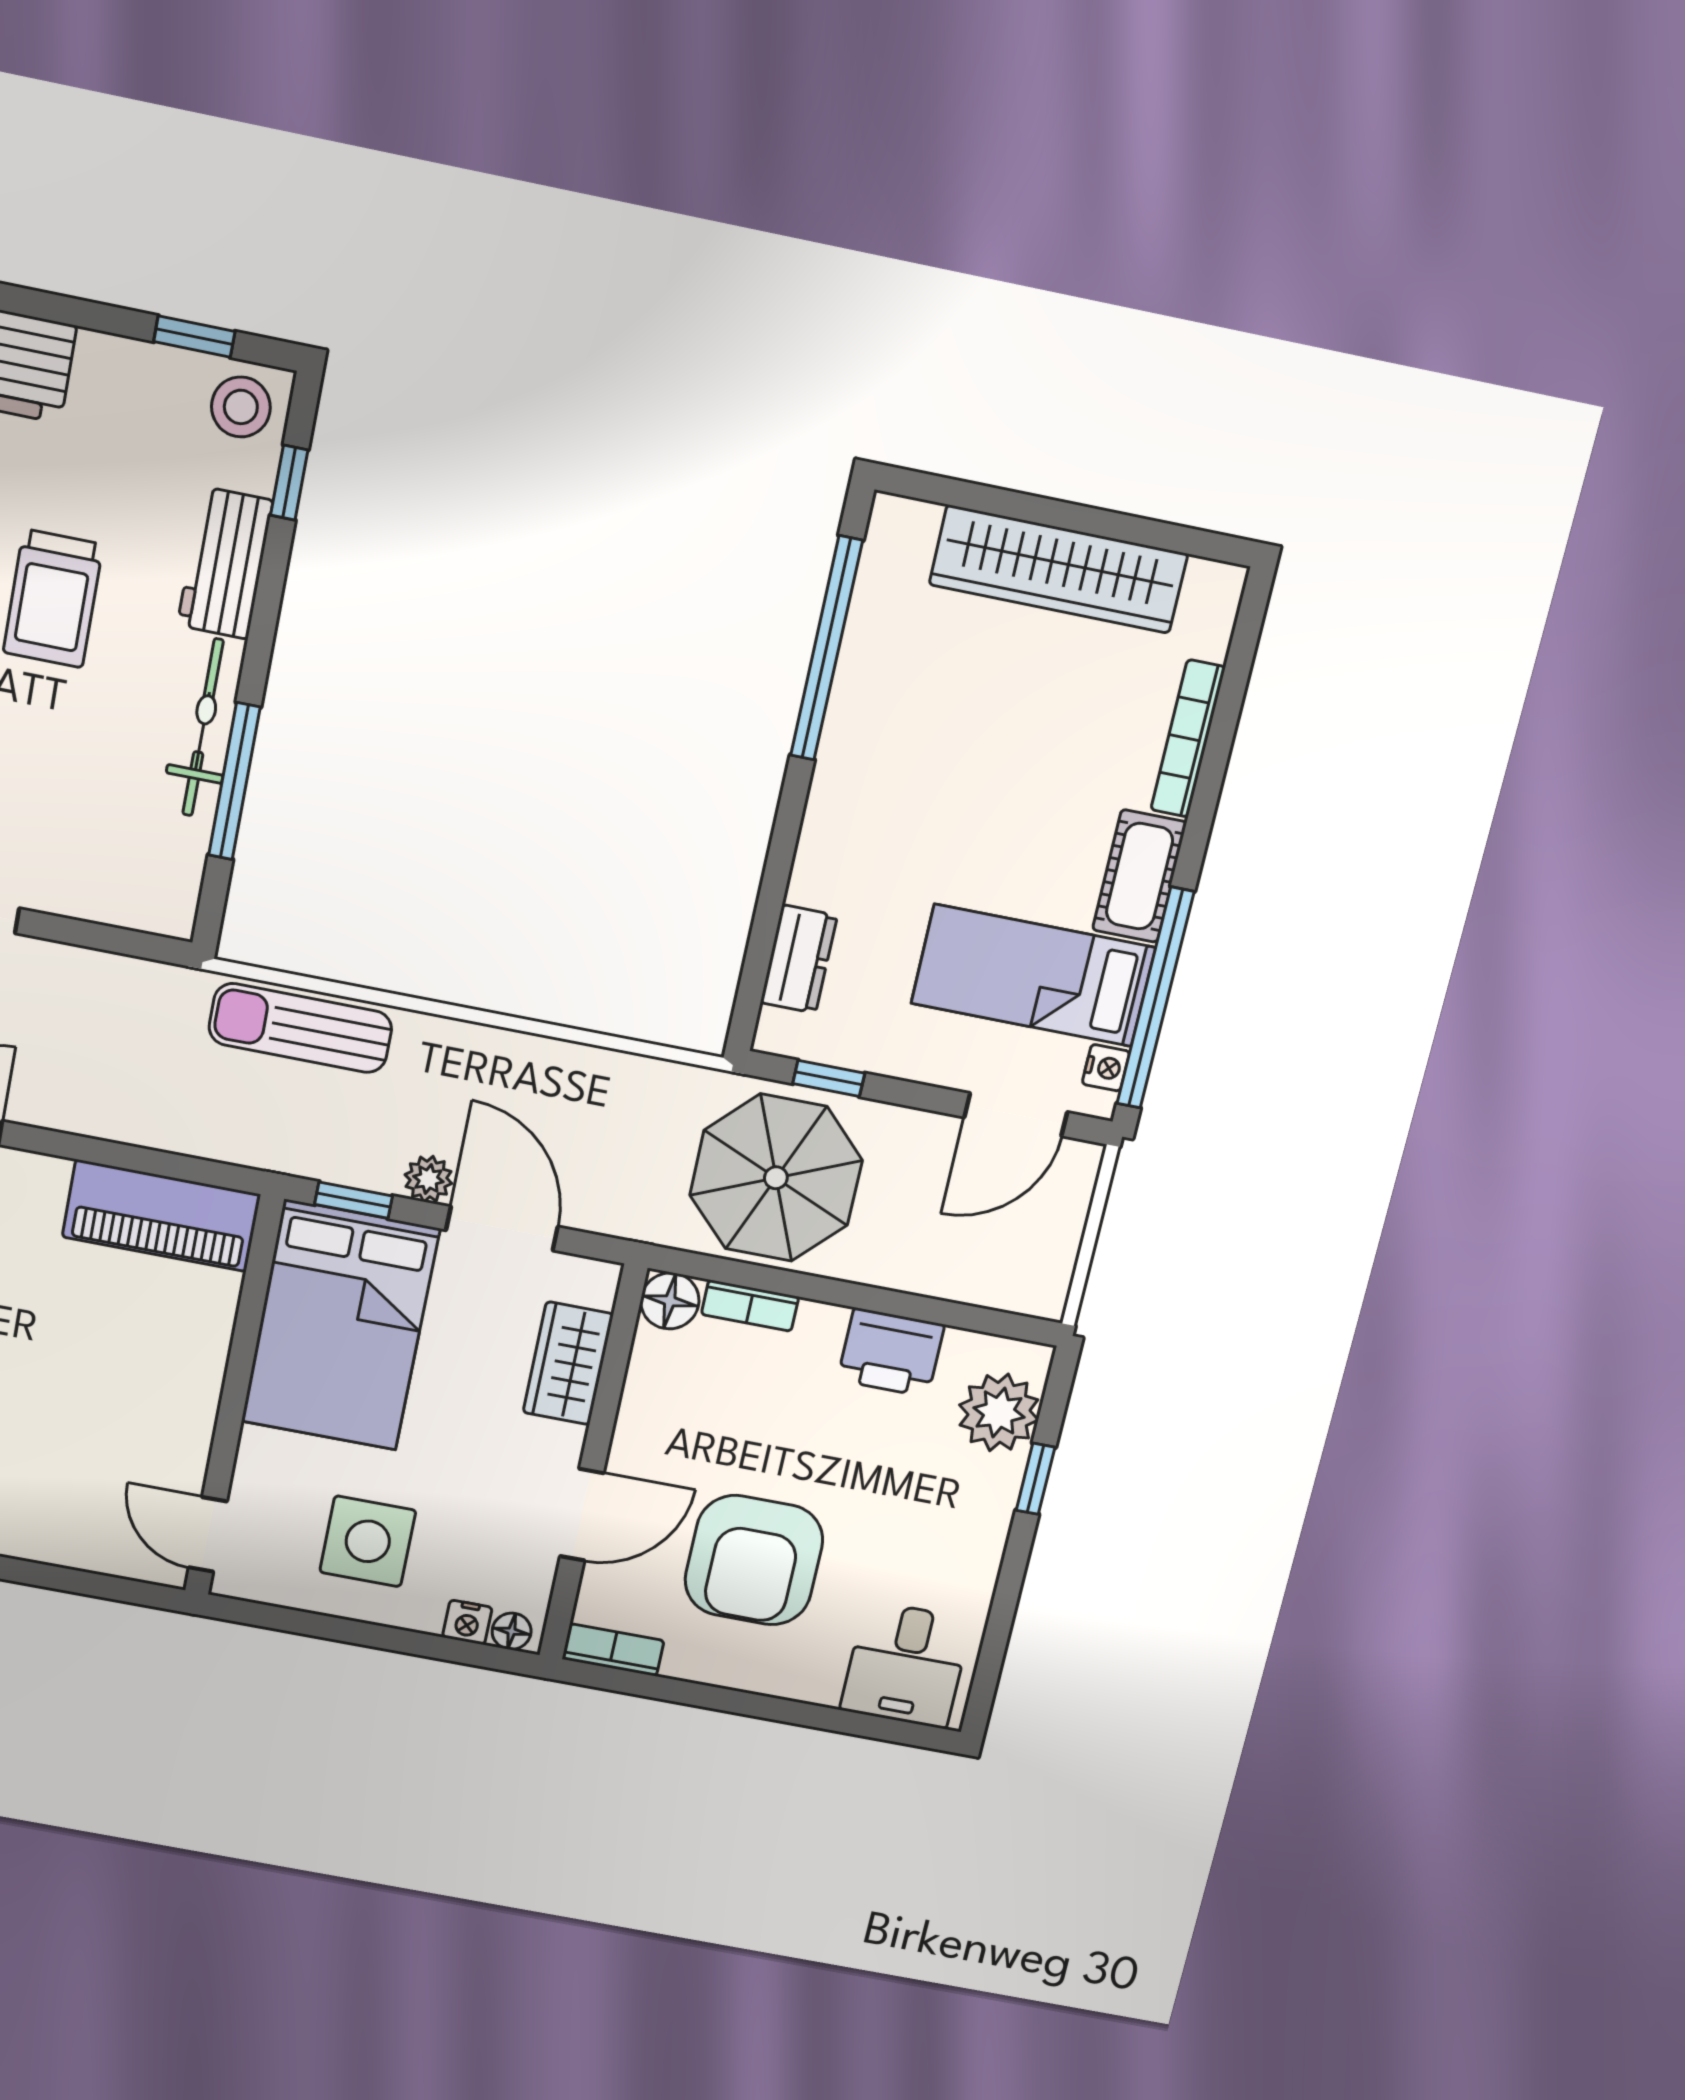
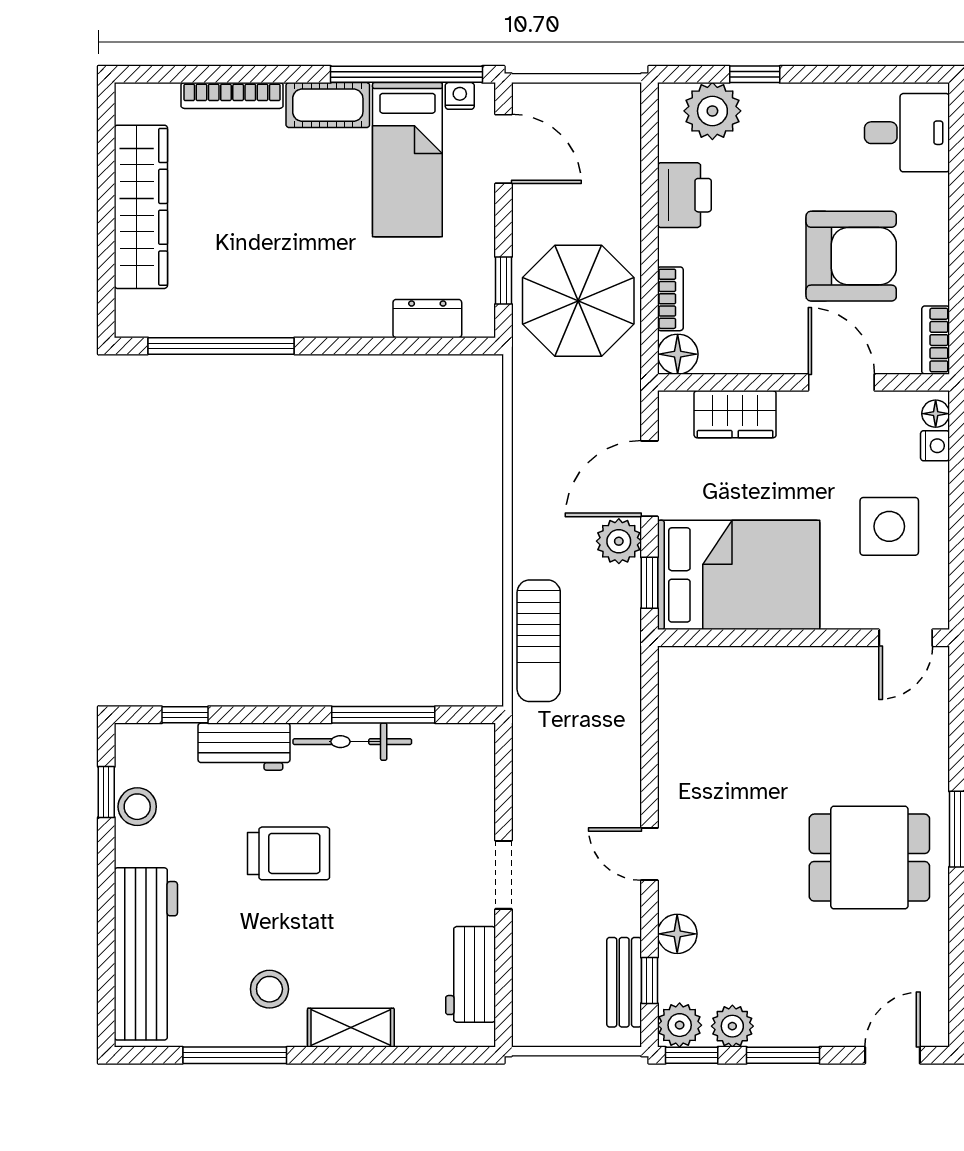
stool: (241, 407) -> (137, 807), moved
plant: (428, 1179) -> (619, 541), width x1.38, depth x1.38
piano: (161, 1216) -> (685, 710), removed

